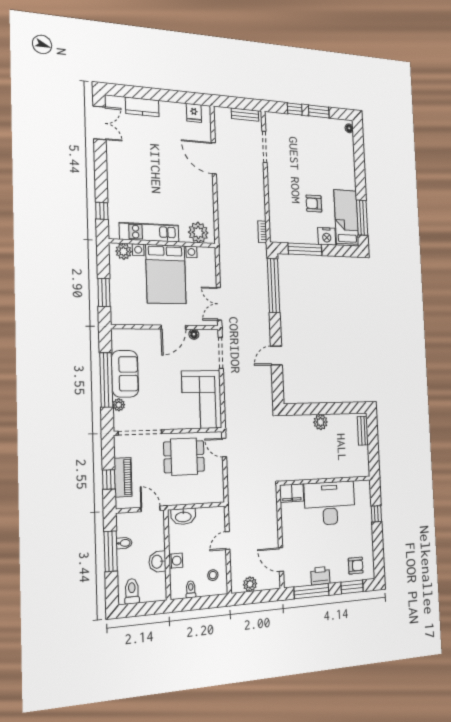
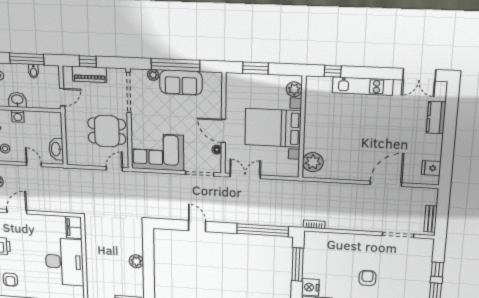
armchair: (314, 203) -> (367, 278), moved
kitchen unit: (149, 232) -> (363, 86), moved, turned 90
dining table: (184, 457) -> (107, 131), turned 90
washbasin: (183, 516) -> (56, 149), moved

